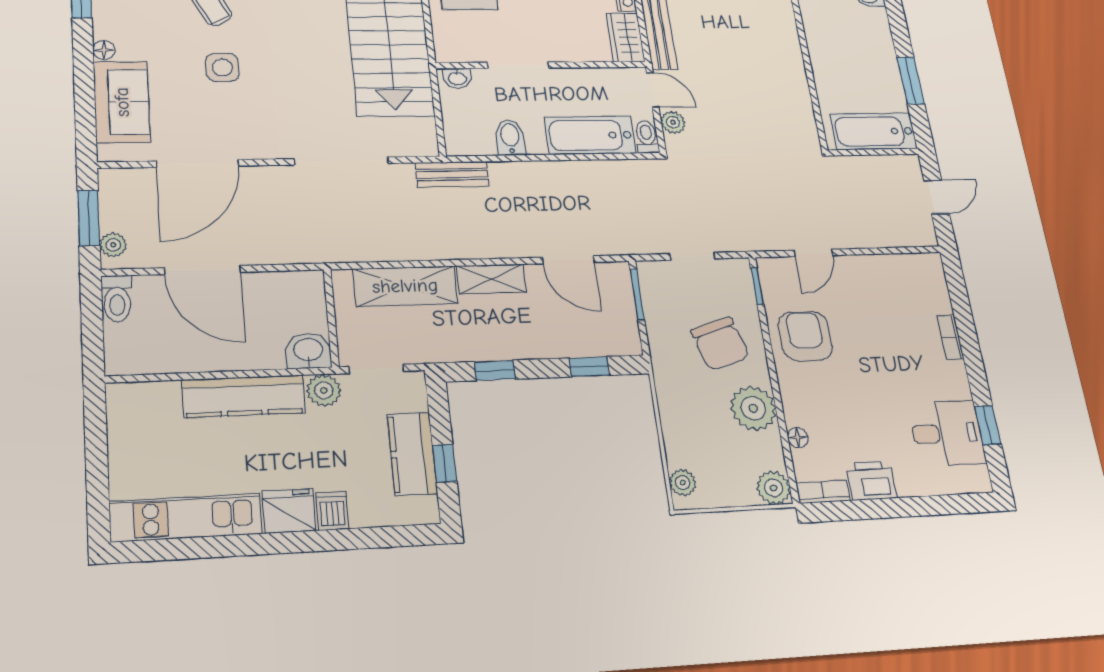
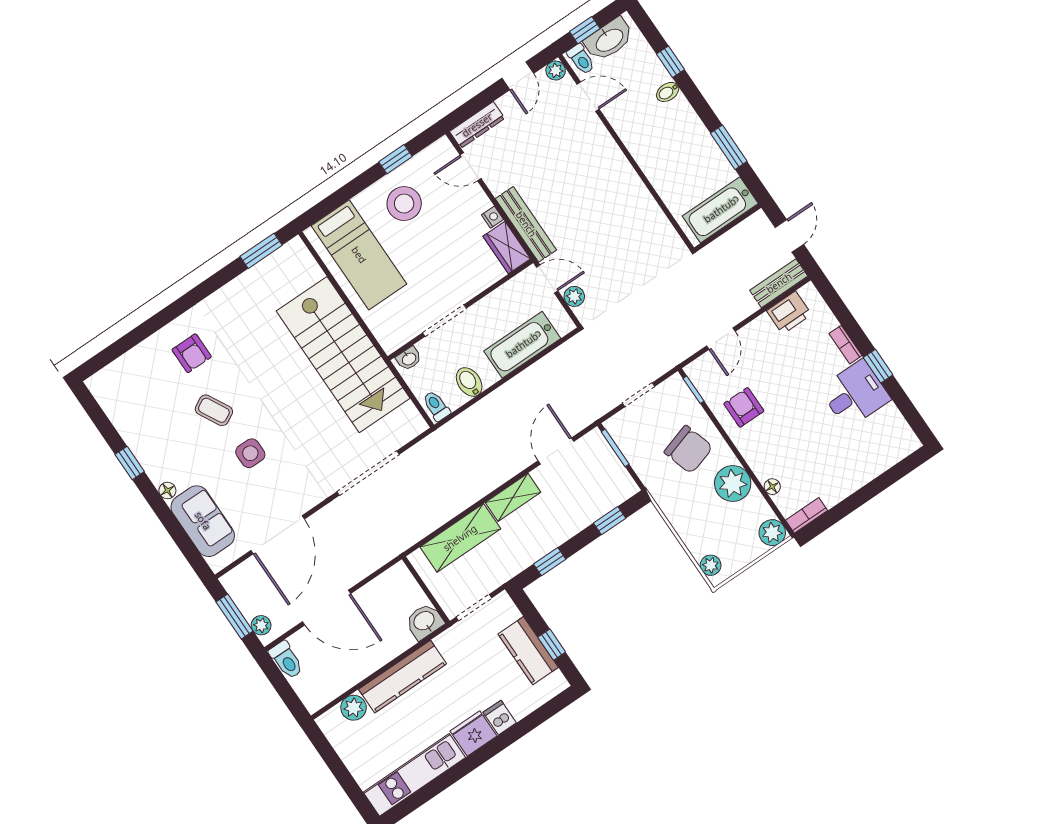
toilet: (647, 137) -> (436, 406), moved
bench: (452, 174) -> (779, 283), moved
door: (568, 260) -> (556, 451), swing flipped
armchair: (805, 336) -> (744, 407), width x0.72, depth x0.72
plant: (324, 390) -> (354, 708), moved
window: (988, 425) -> (878, 366), moved
desk: (947, 433) -> (855, 394), moved
printer: (871, 481) -> (789, 313), moved, turned 180

